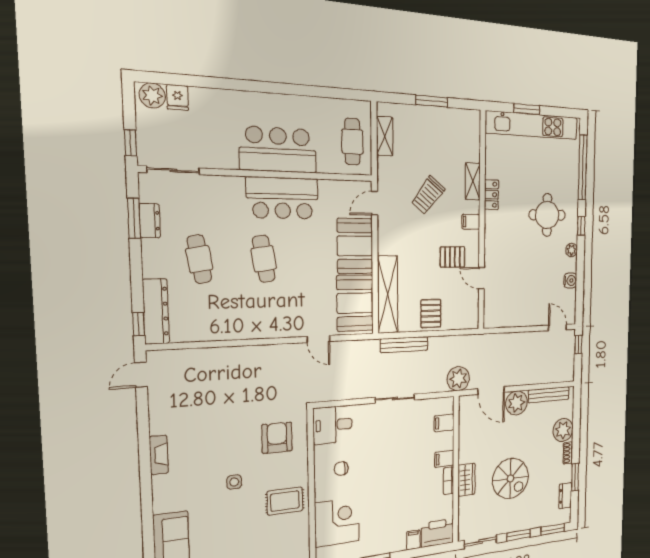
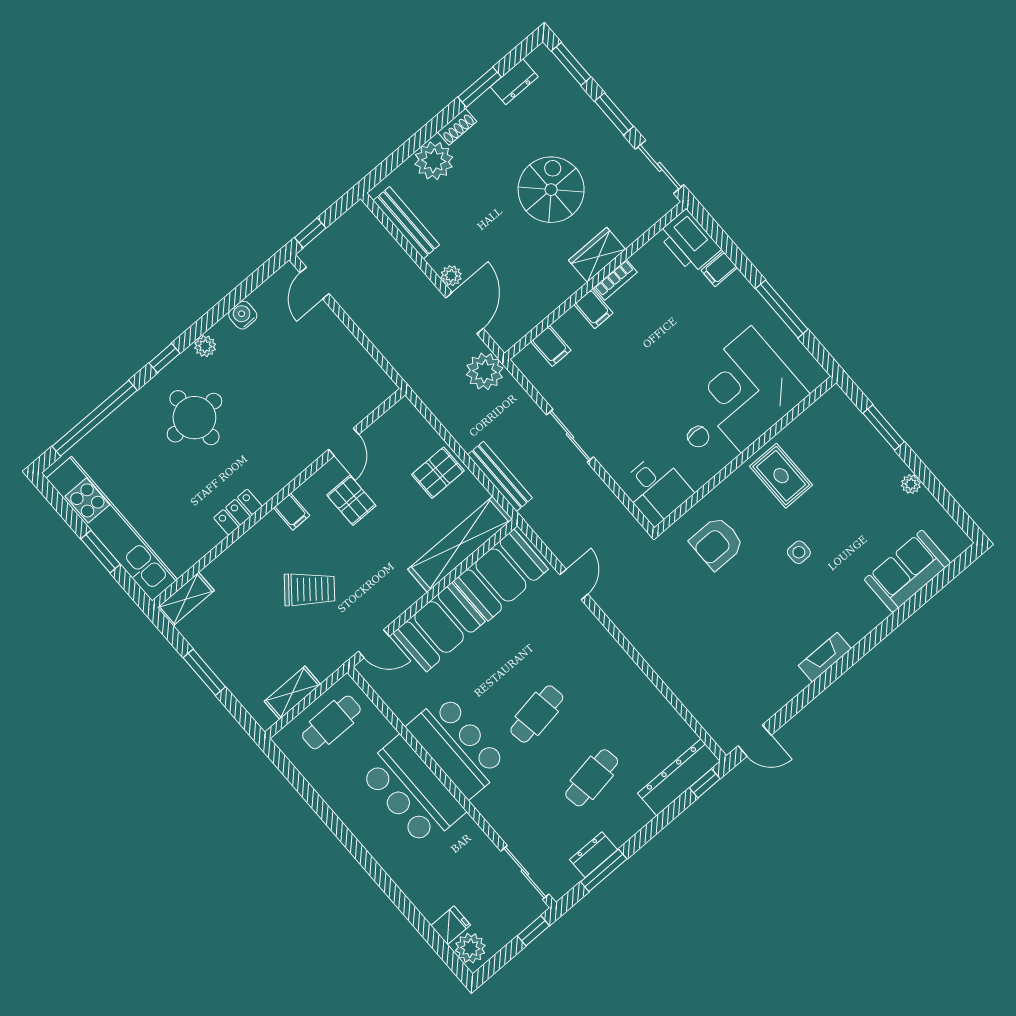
shelving: (473, 181) -> (186, 599), moved
plant: (516, 403) -> (451, 276), width x0.53, depth x0.53
corner desk: (337, 522) -> (746, 389), width x1.36, depth x1.36

